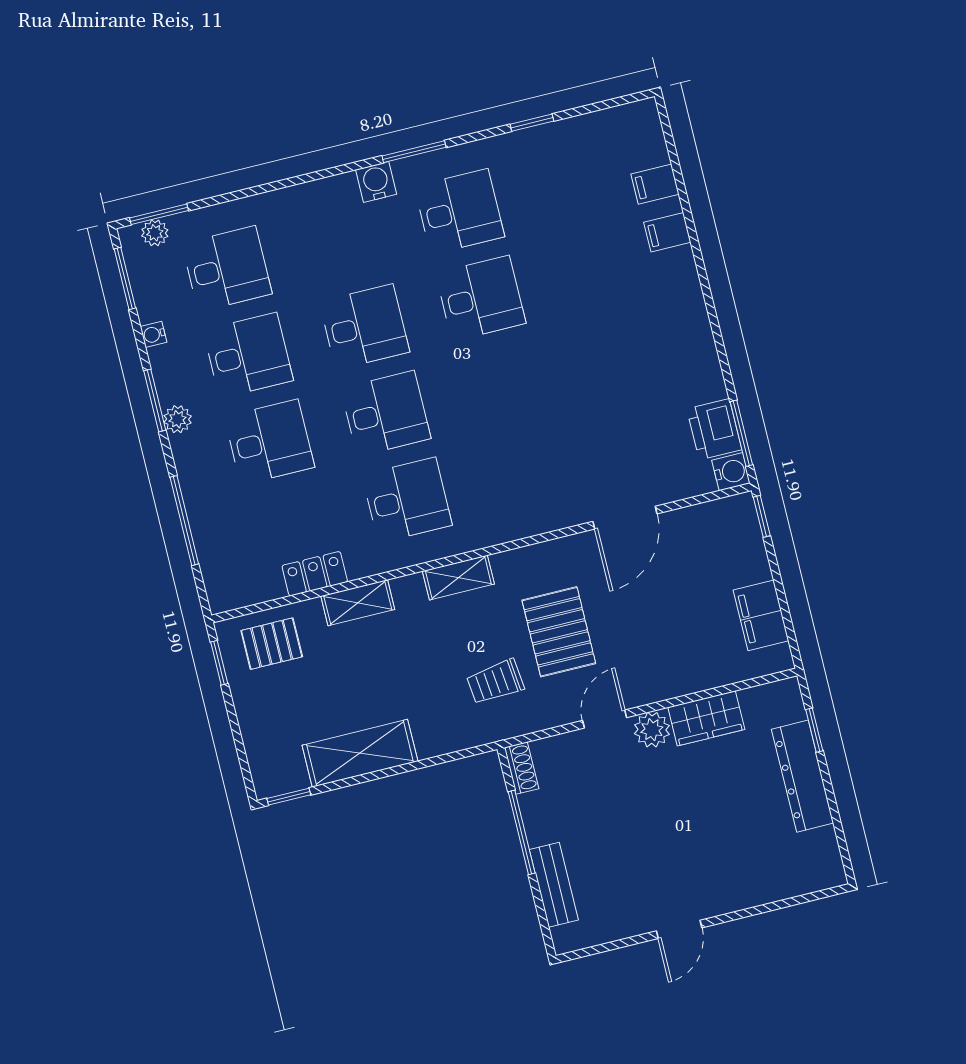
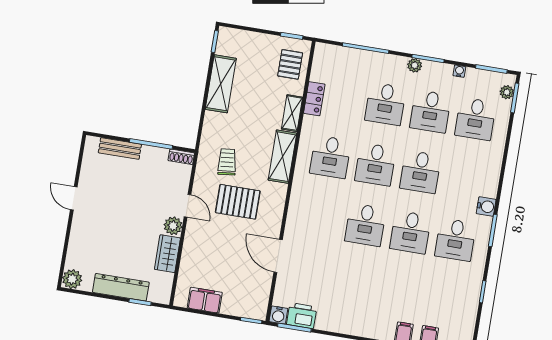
desk: (502, 385) -> (365, 225), added
shelving: (458, 578) -> (282, 157), width x1.50, depth x1.33
plant: (825, 870) -> (72, 279), added

